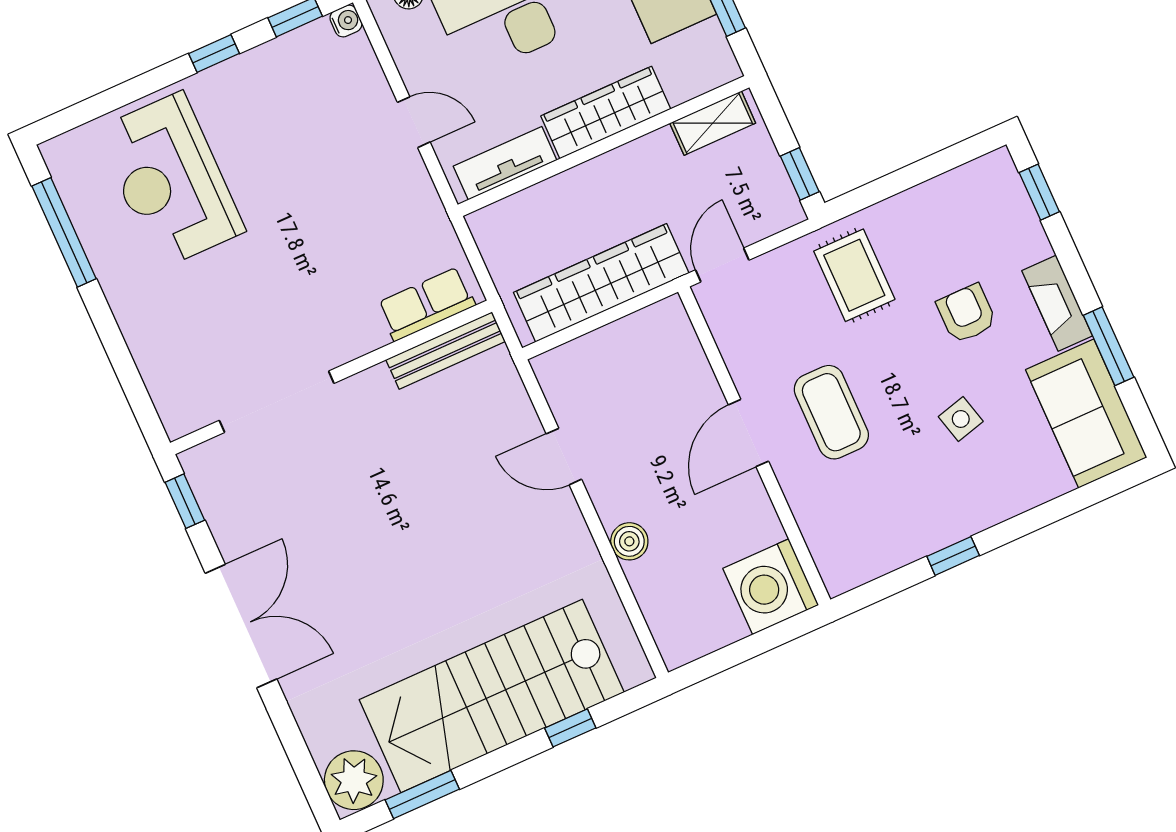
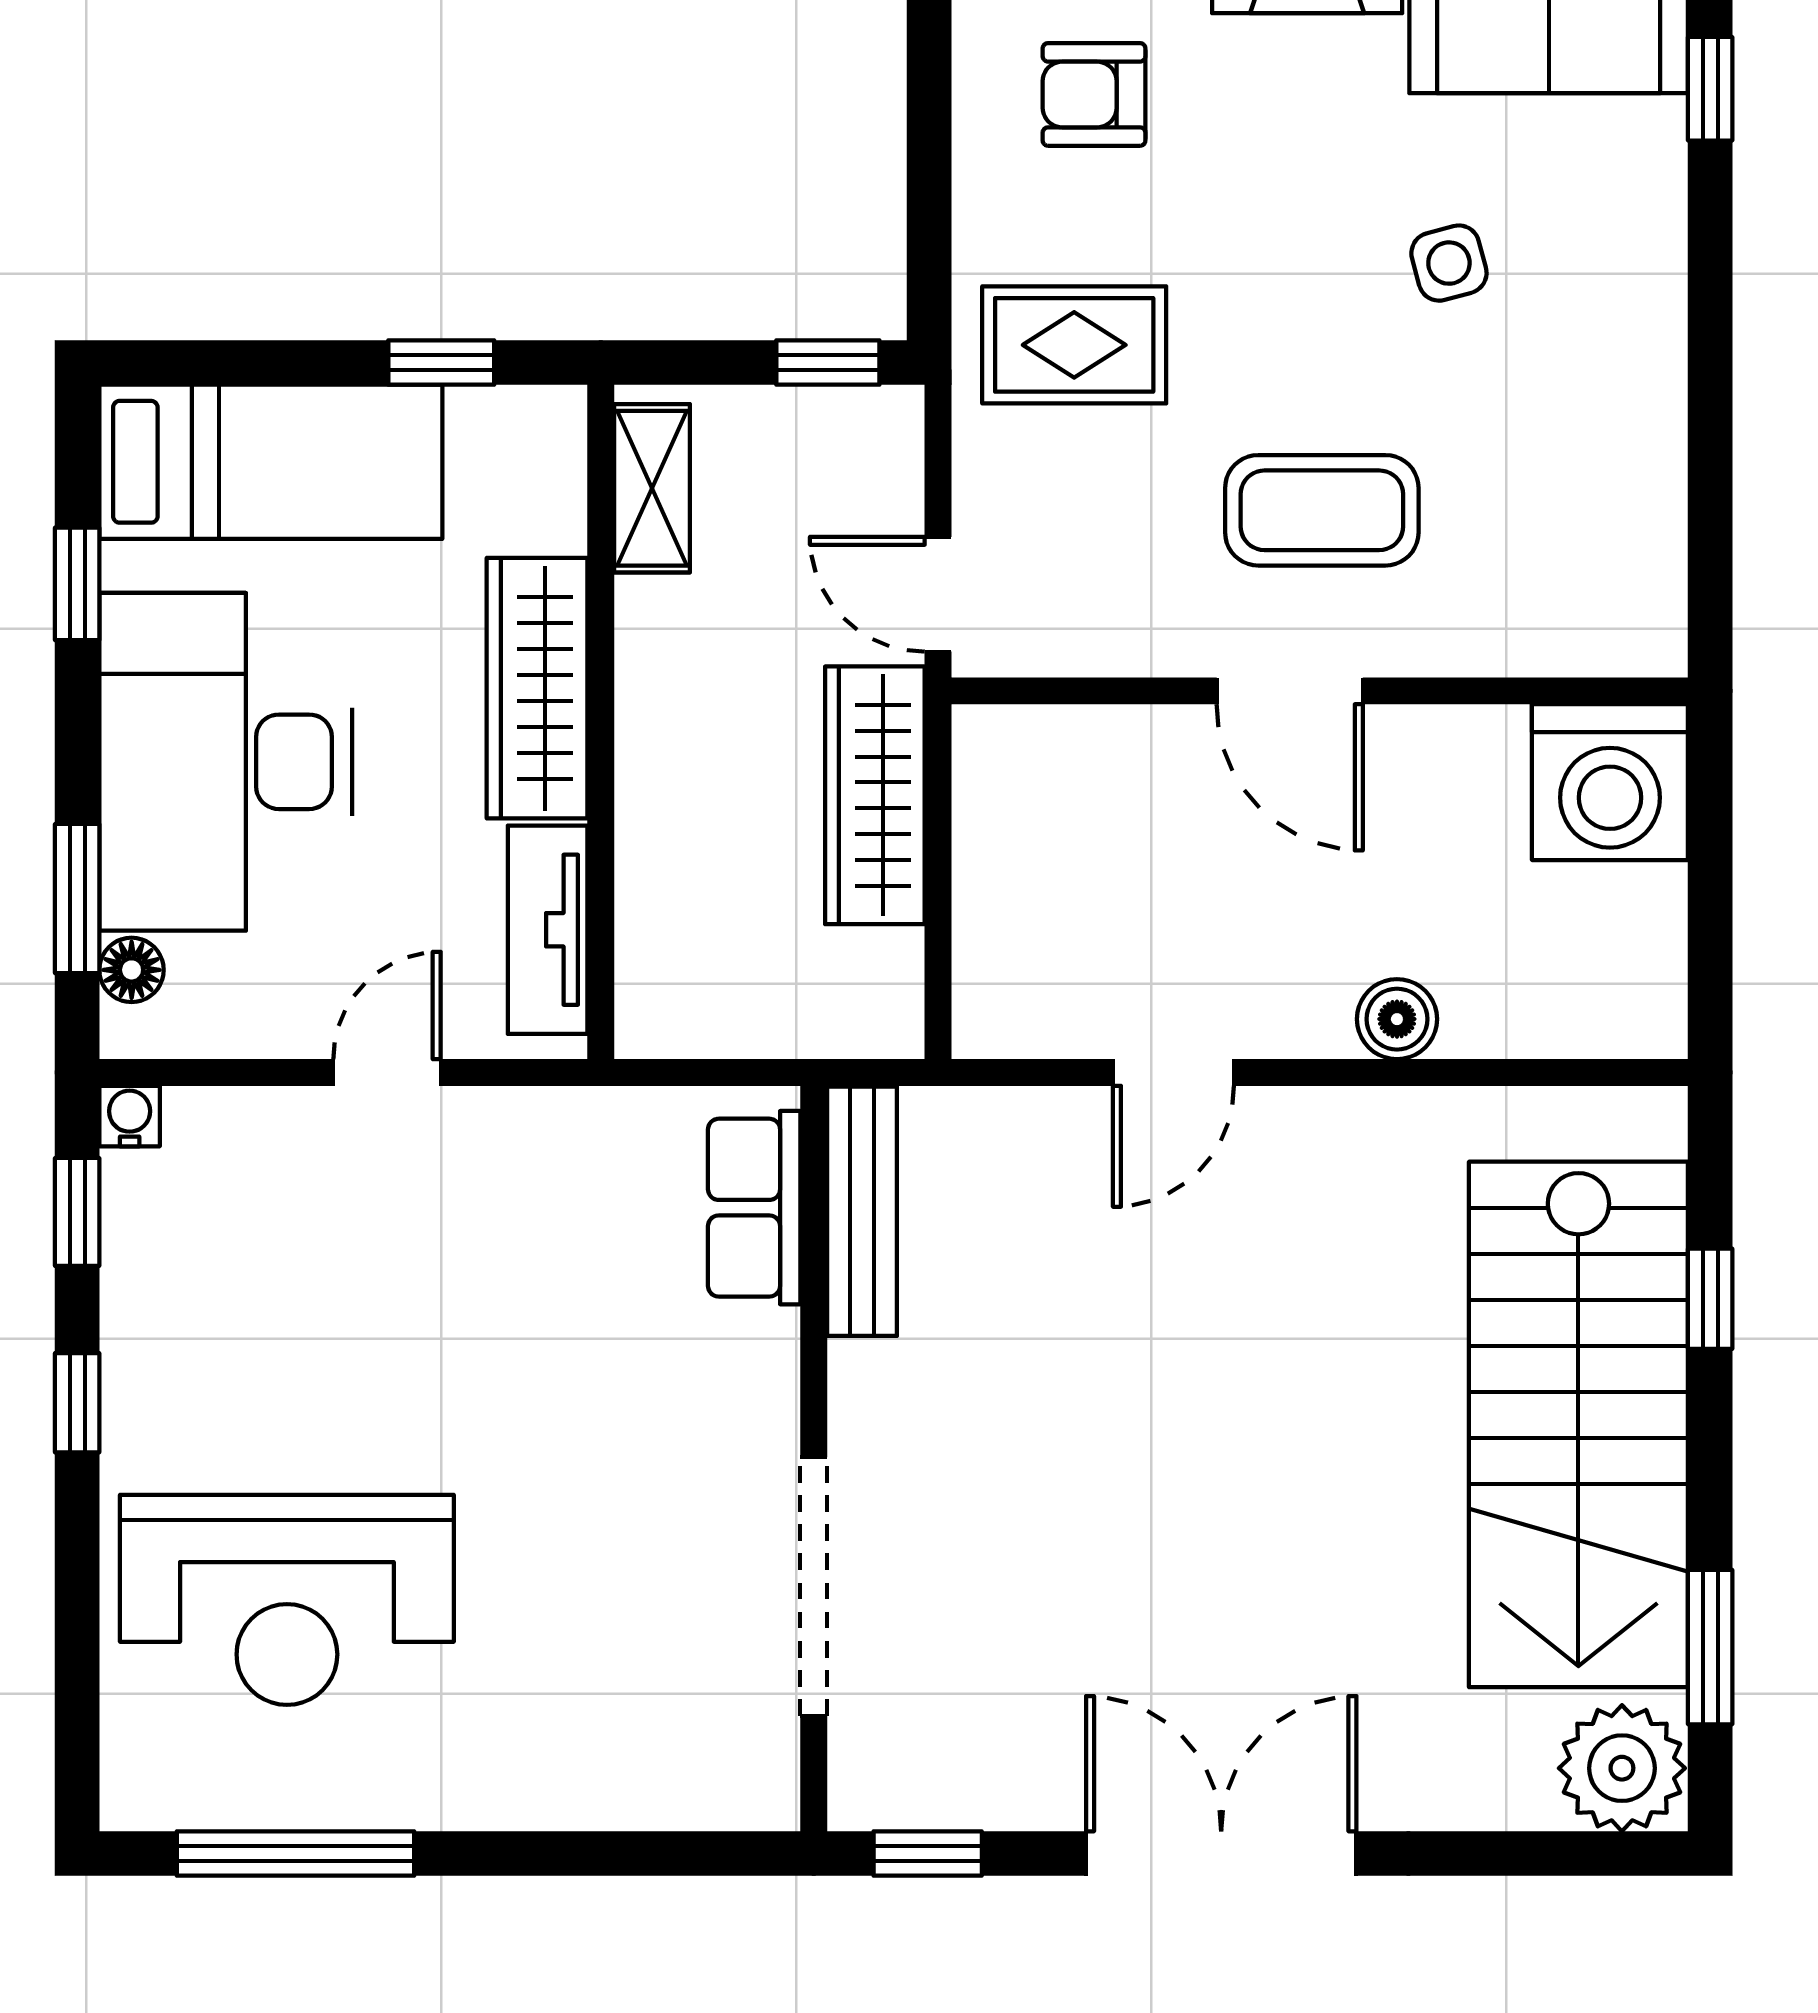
wardrobe: (601, 283) -> (875, 795), width x0.71, depth x0.85
armchair: (967, 314) -> (1094, 94), moved
window: (953, 556) -> (1710, 89), moved

